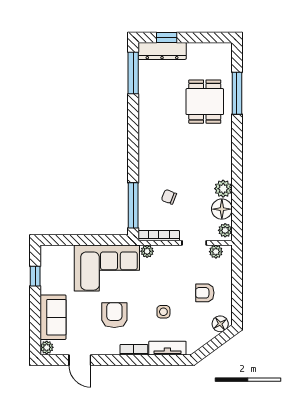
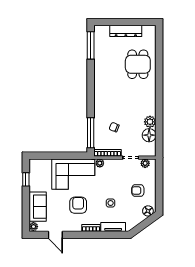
window: (167, 37) -> (113, 22), removed
dresser: (162, 51) -> (126, 31), moved
window: (237, 93) -> (159, 59), removed
plant: (225, 230) -> (151, 149), removed

